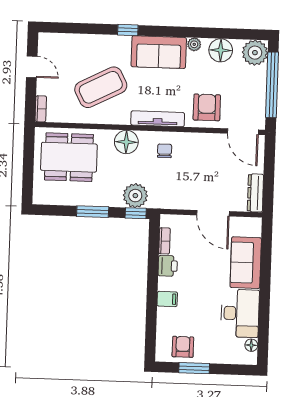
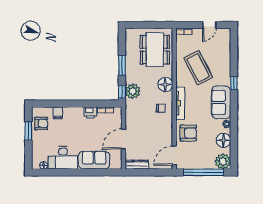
filing cabinet: (167, 299) -> (58, 113), moved

